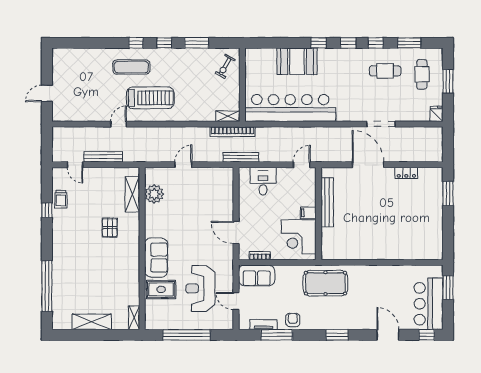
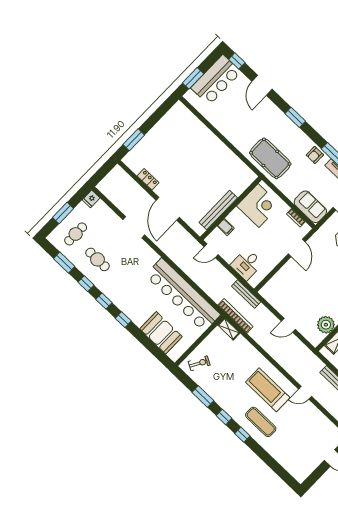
booth: (297, 61) -> (161, 333), moved
filing cabinet: (308, 213) -> (226, 227), moved

